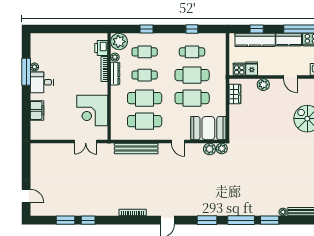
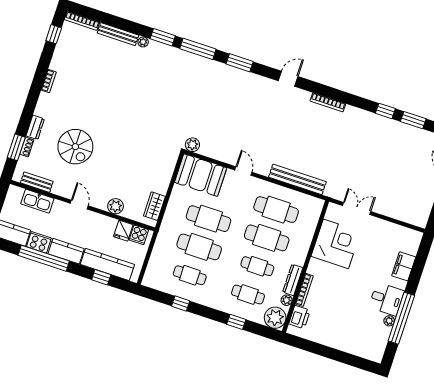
window: (26, 72) -> (401, 318), width x1.46
plant: (210, 149) -> (208, 149), removed

